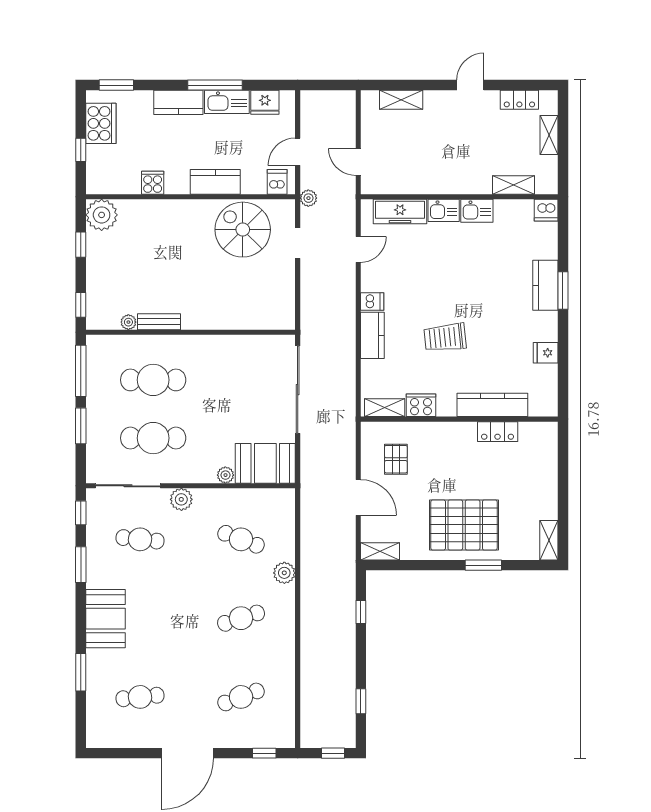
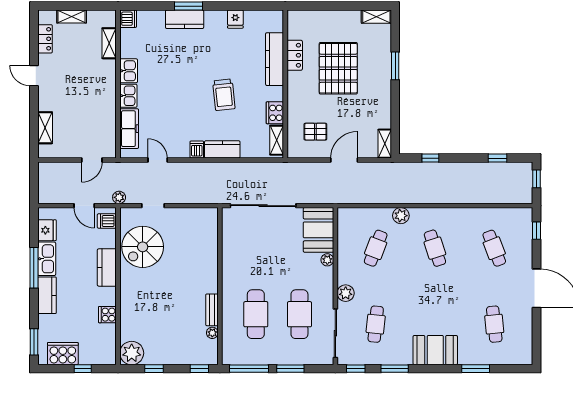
pallet: (464, 525) -> (338, 68), moved

